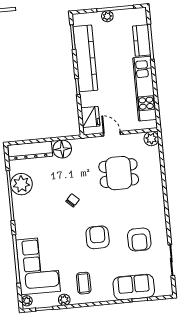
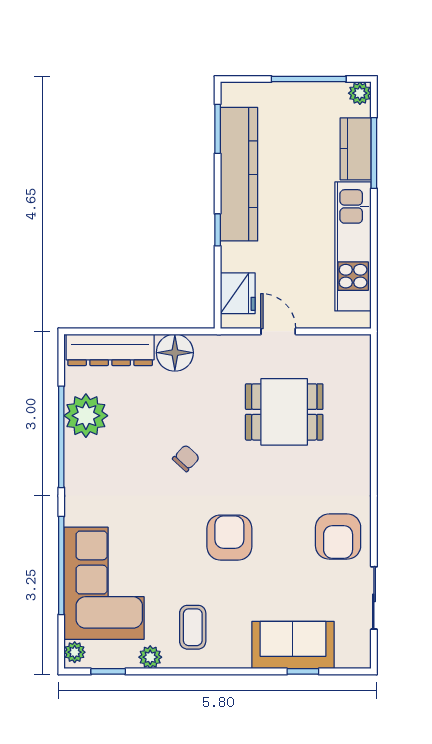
plant: (107, 16) -> (360, 93), moved
plant: (151, 139) -> (357, 349), removed
armchair: (139, 240) -> (338, 537), moved

